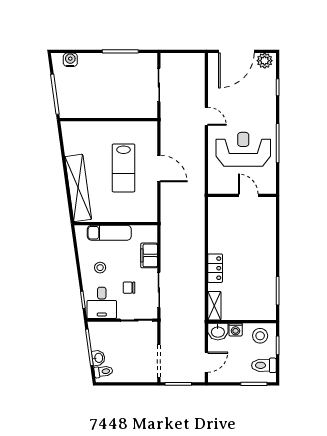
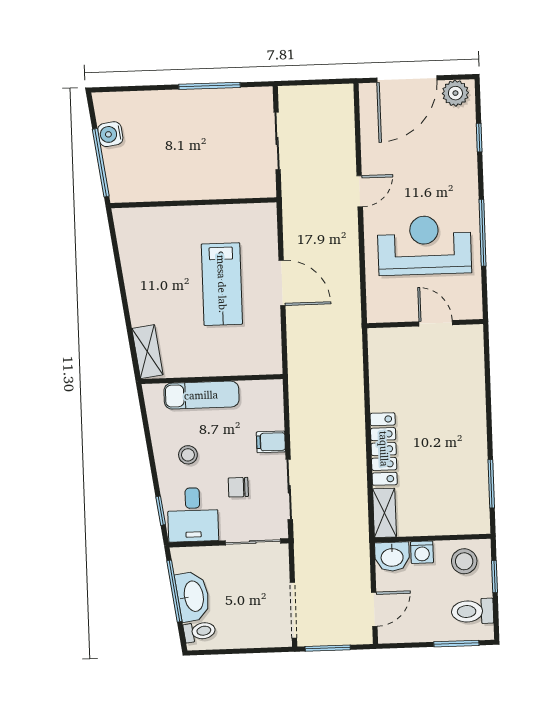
water cooler: (70, 60) -> (110, 134), moved, turned -98
door: (206, 116) -> (360, 191), hinge flipped
shelving: (78, 188) -> (147, 352), width x0.45, depth x0.75
filing cabinet: (149, 255) -> (271, 442), width x0.50
locker: (215, 268) -> (384, 449), width x1.53
washbasin: (98, 358) -> (193, 596), width x1.91, depth x1.45

